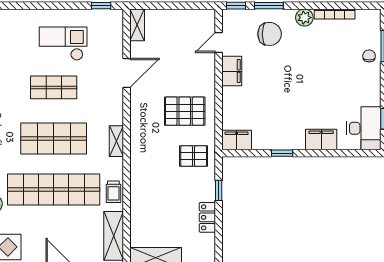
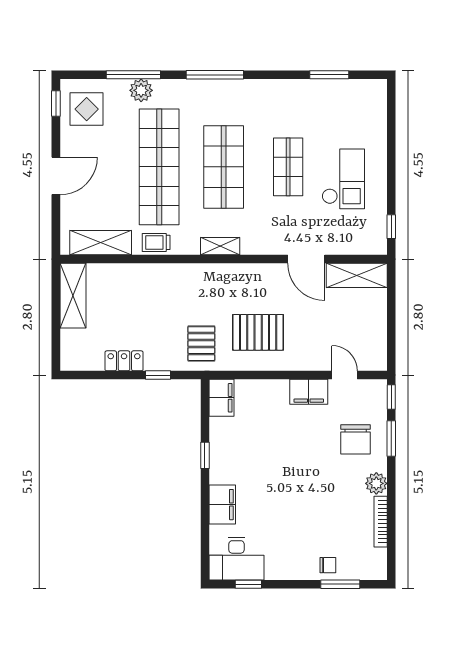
shelving: (137, 25) -> (357, 275), width x1.50, depth x1.33
pallet: (185, 111) -> (258, 332), turned 90

